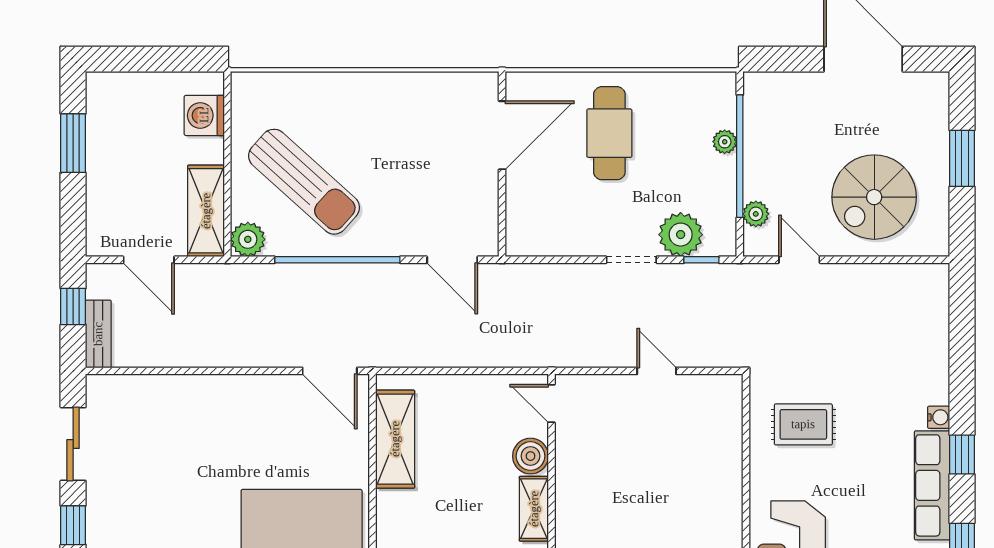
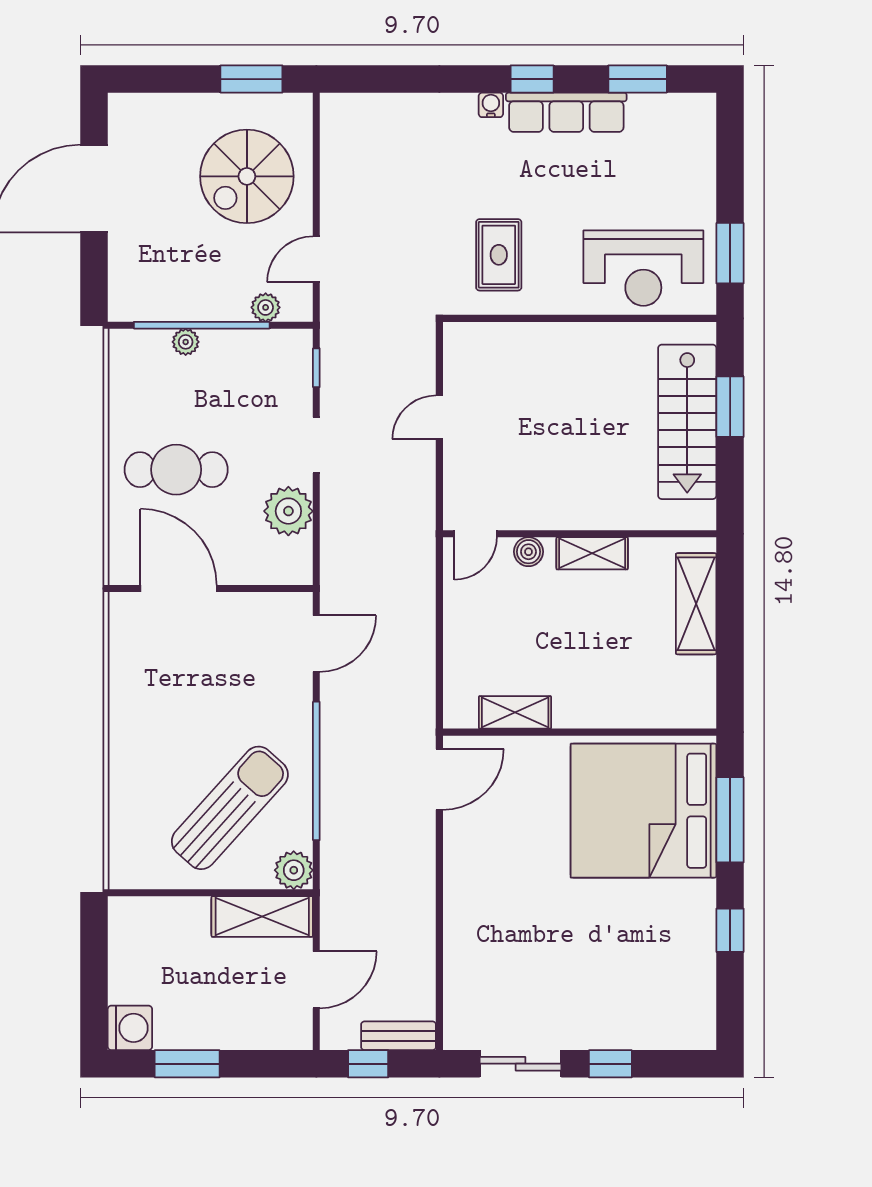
washing machine: (204, 115) -> (130, 1028), moved, turned -90
window: (962, 158) -> (251, 79), moved
spiral stairs: (874, 197) -> (247, 176), turned 90
plant: (681, 235) -> (288, 511), moved
shelving: (395, 439) -> (515, 712), width x0.67, depth x0.75
boiler: (531, 456) -> (528, 552), width x0.73, depth x0.73

